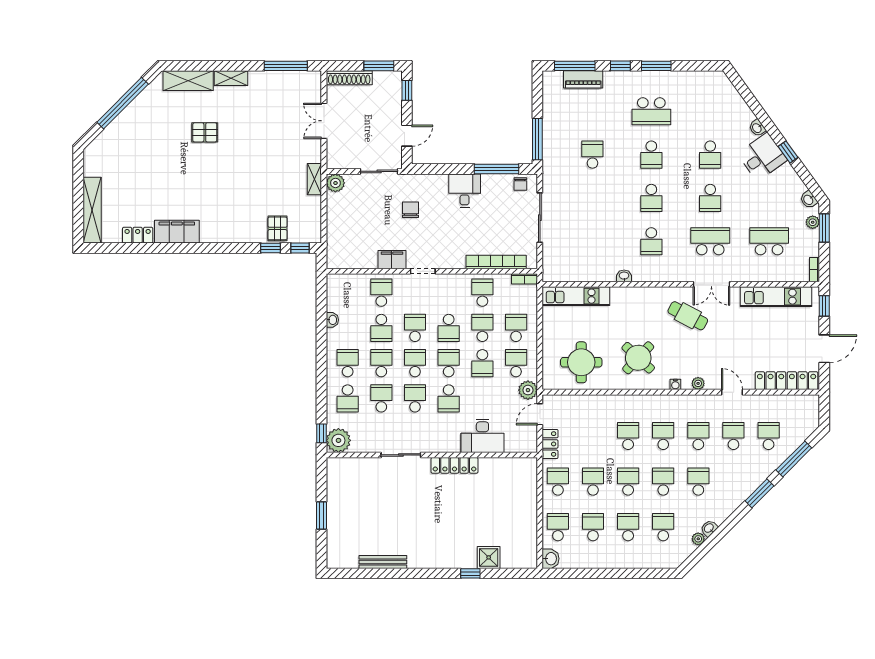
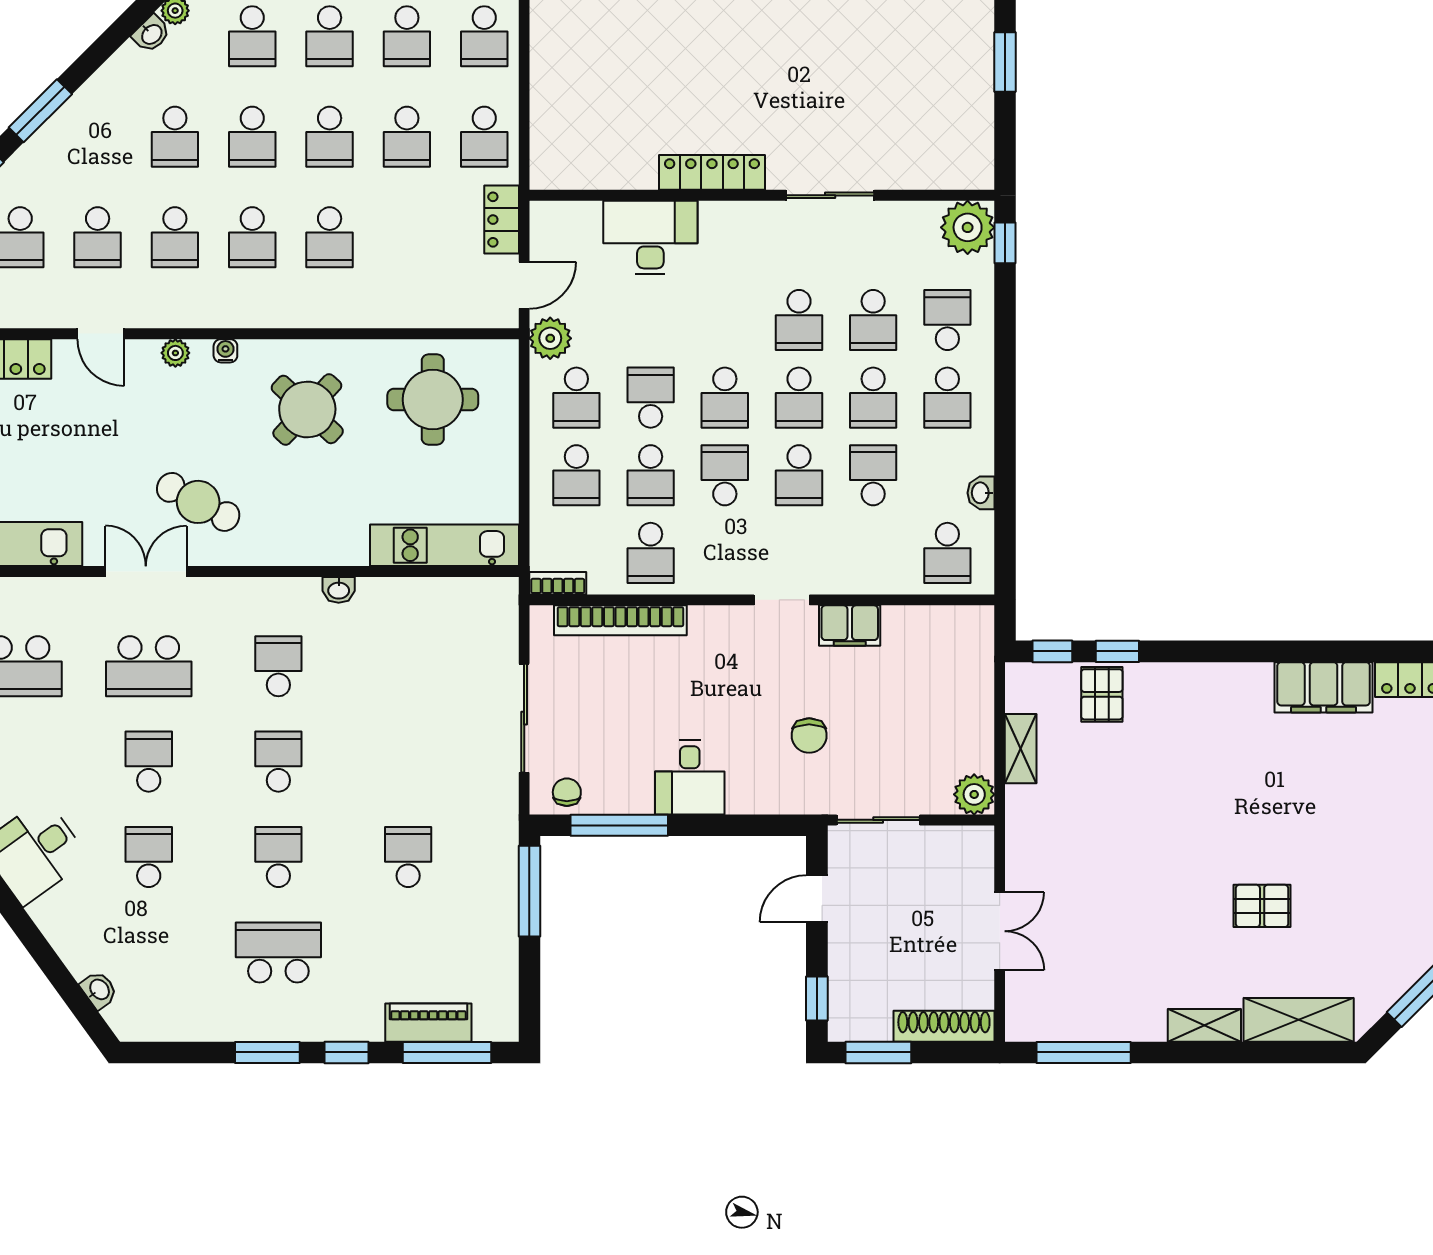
washbasin: (757, 128) -> (99, 990), moved
school desk: (592, 155) -> (408, 857), turned 180
shelving: (314, 179) -> (1021, 749), moved
school desk: (381, 293) -> (947, 553), moved
school desk: (449, 398) -> (725, 320), removed

